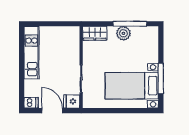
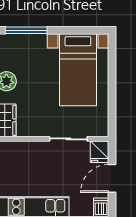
window: (161, 78) -> (26, 30), moved

